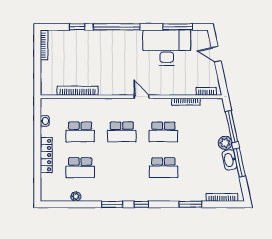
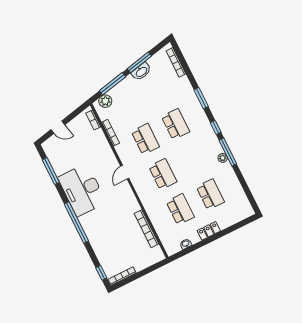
window: (77, 27) -> (101, 273), moved
desk: (167, 48) -> (82, 190), moved
door: (216, 54) -> (58, 127), hinge flipped
plant: (225, 143) -> (105, 101), moved
locker: (46, 155) -> (209, 231), width x0.66
plant: (76, 197) -> (223, 158), moved
window: (112, 204) -> (228, 152), width x1.44
window: (190, 204) -> (201, 98), moved

